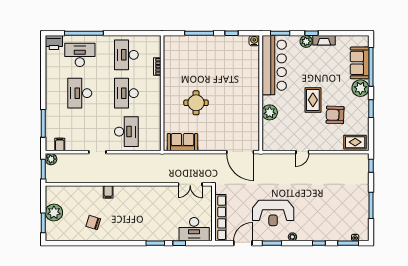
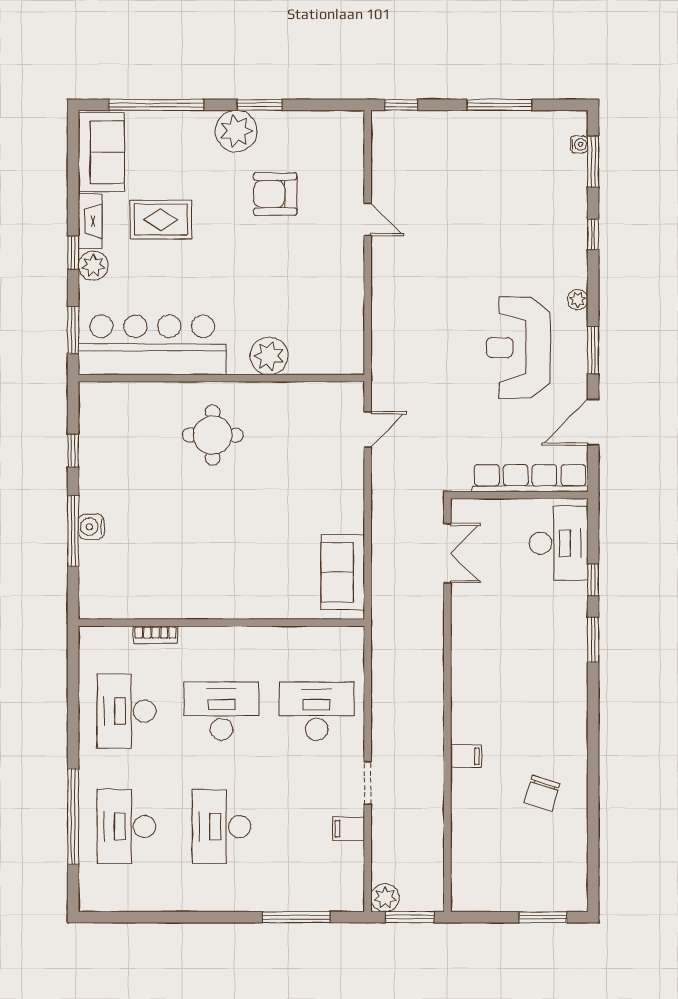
water cooler: (254, 41) -> (91, 527), moved
printer: (54, 43) -> (96, 891), removed
desk: (126, 55) -> (126, 711), turned 90
sofa: (360, 63) -> (101, 152), moved, turned -90
plant: (360, 88) -> (236, 131), moved
desk: (80, 93) -> (221, 827), turned 90
desk: (126, 93) -> (221, 711), turned 180
rug: (313, 100) -> (161, 220), moved
round table: (196, 103) -> (213, 435), moved
armchair: (335, 115) -> (275, 194), turned 88
rug: (355, 142) -> (343, 144), removed
filing cabinet: (60, 144) -> (349, 829), moved
door: (240, 152) -> (368, 429), width x0.53
door: (302, 152) -> (368, 219), moved
plant: (54, 213) -> (517, 891), removed
reception desk: (273, 213) -> (518, 348), turned 180
door: (243, 243) -> (593, 422), hinge flipped

